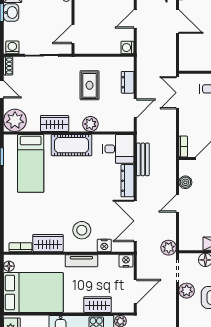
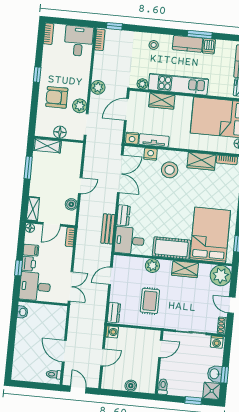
dresser: (128, 82) -> (114, 313), moved
bed: (31, 163) -> (210, 235), width x1.50
dresser: (127, 181) -> (123, 215), width x0.70
plant: (169, 248) -> (98, 87), moved
tv unit: (81, 261) -> (154, 140), moved

